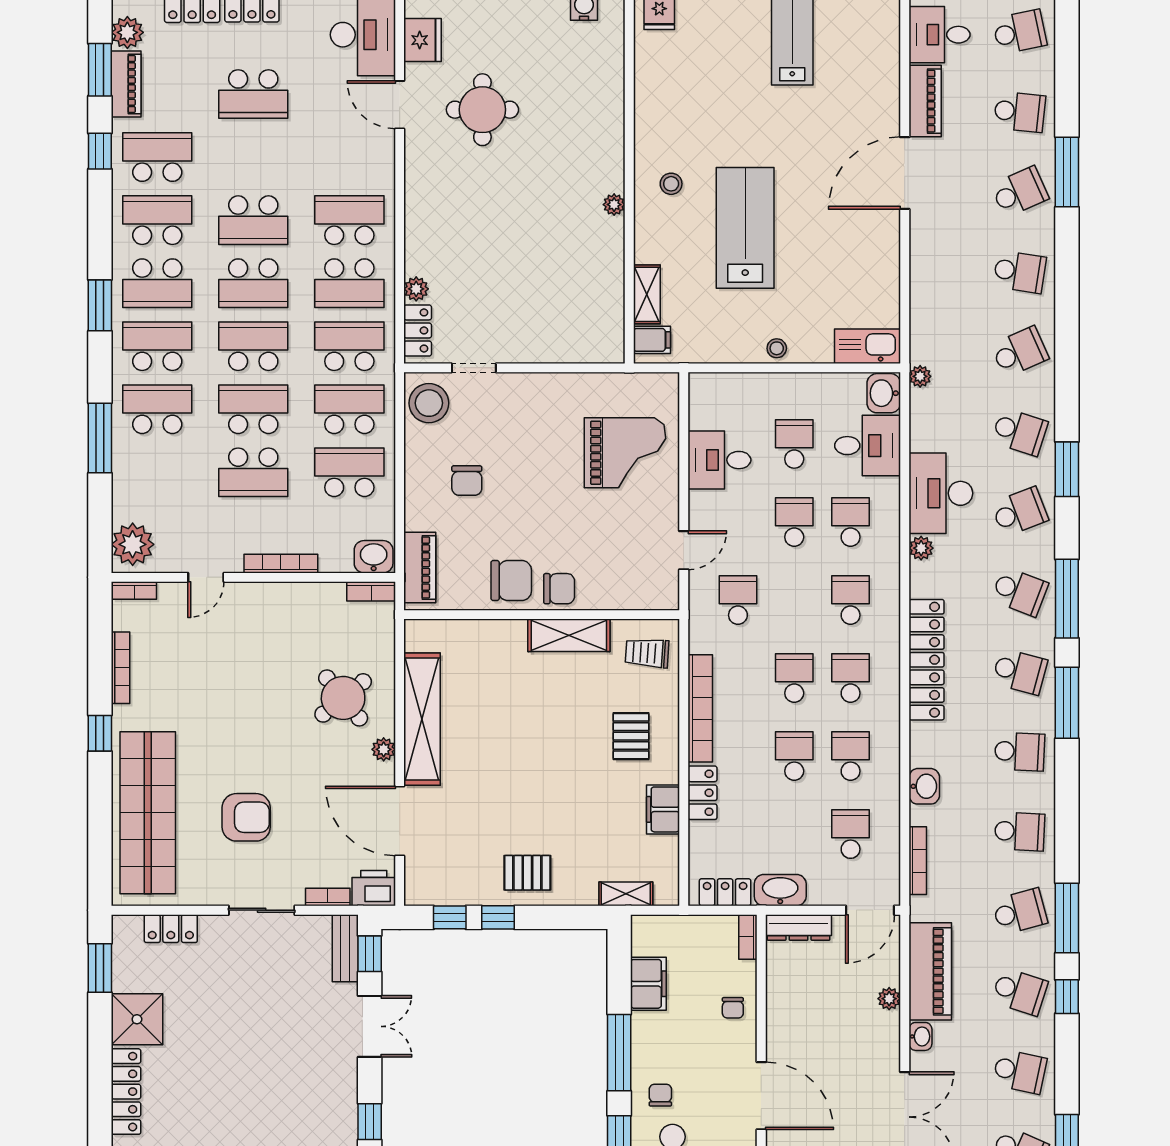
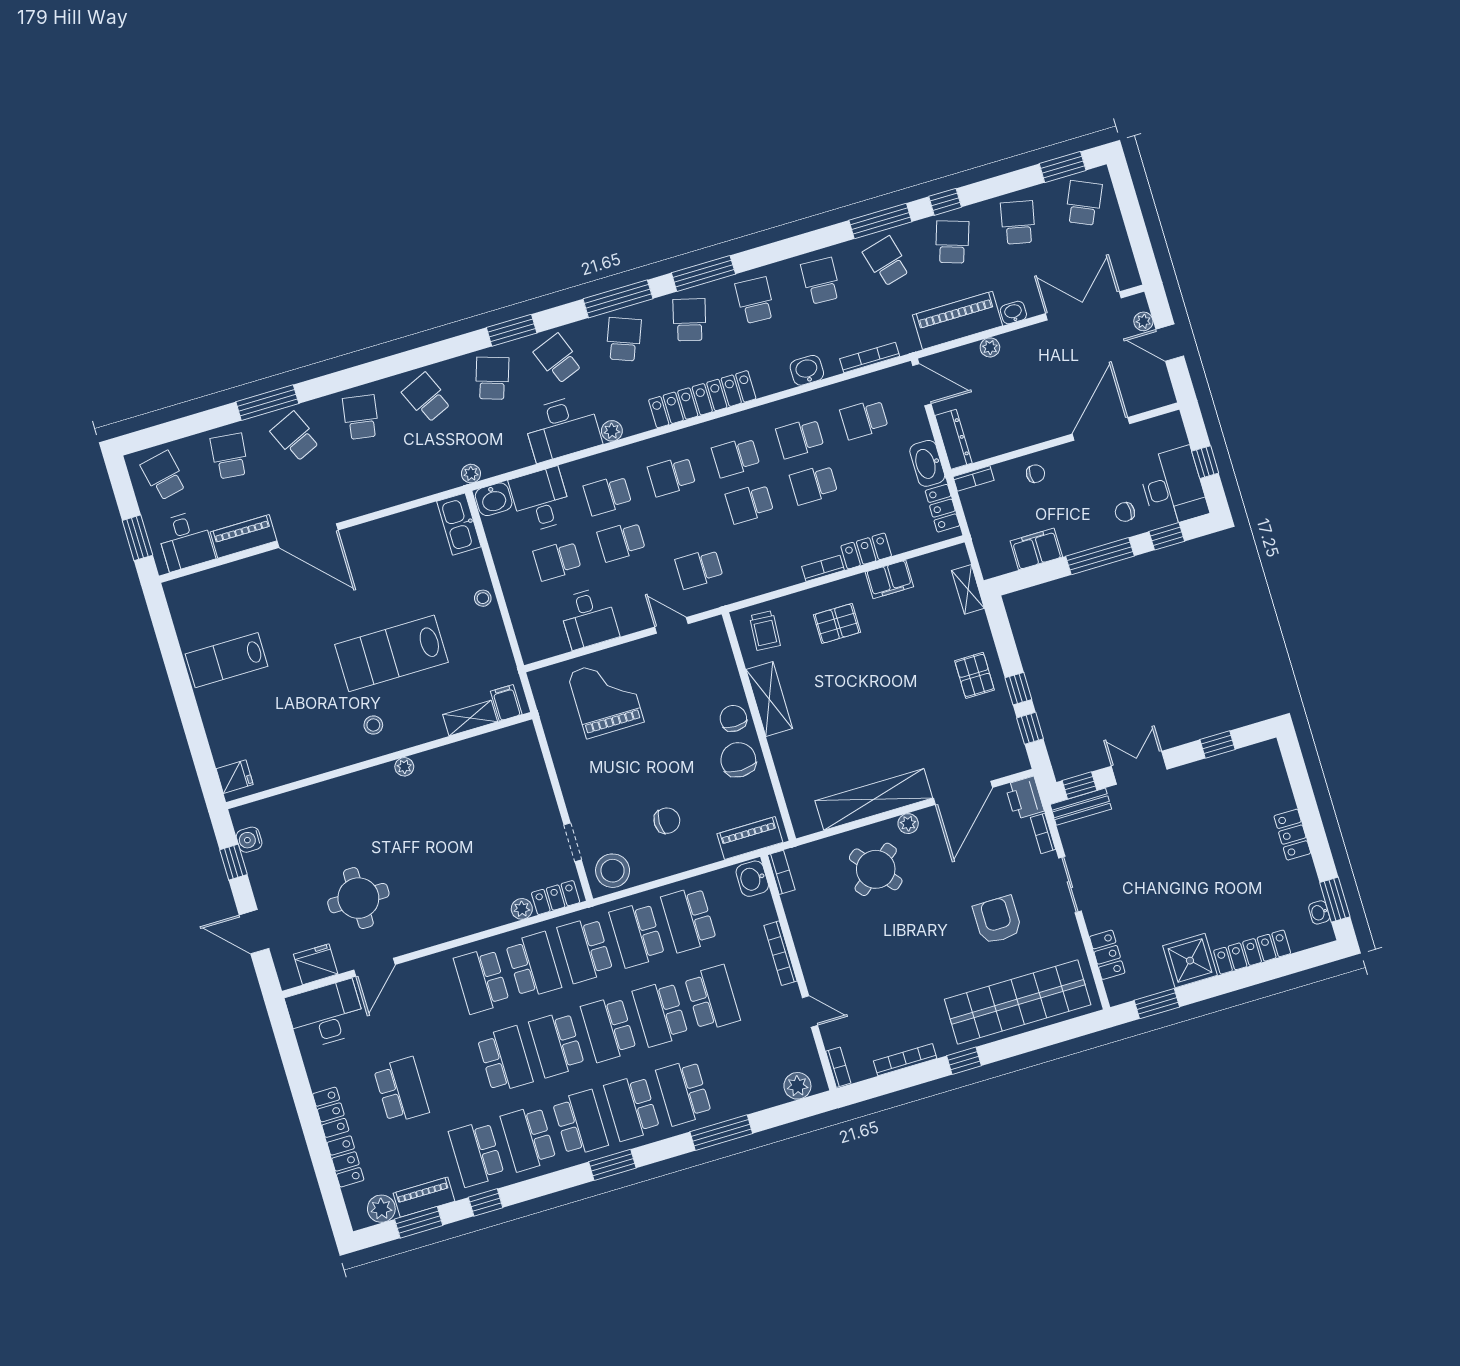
school desk: (253, 283) -> (557, 1044), turned 180
plant: (133, 544) -> (797, 1086), width x0.73, depth x0.73
bookcase: (700, 708) -> (823, 568), width x0.43, depth x0.76

